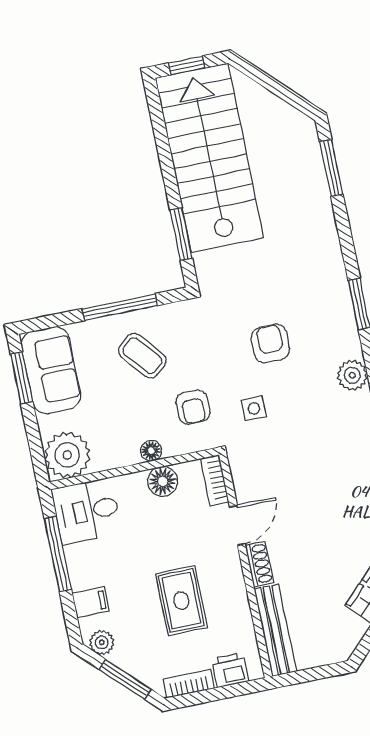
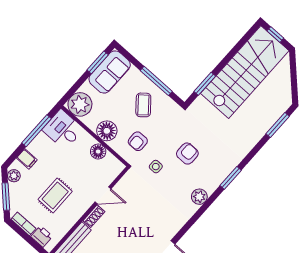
floor lamp: (151, 451) -> (107, 131), width x1.89, depth x1.89
bookcase: (215, 480) -> (114, 172), removed

